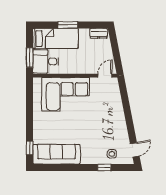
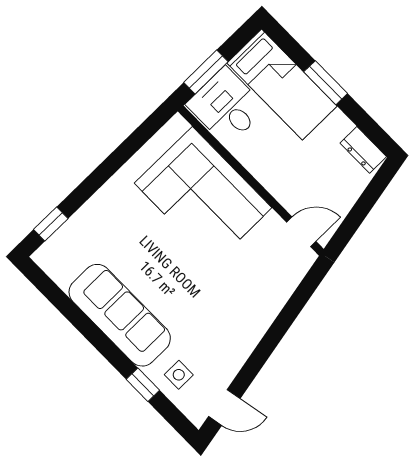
sofa: (56, 154) -> (120, 315), moved

